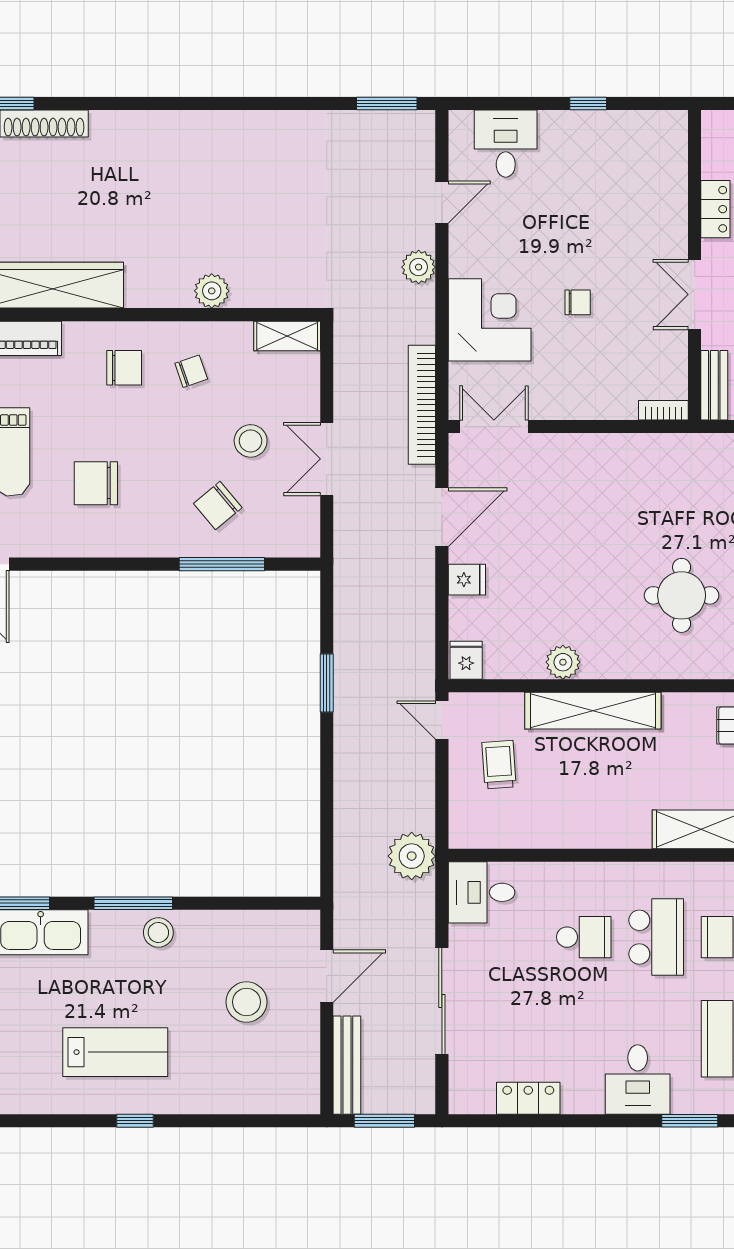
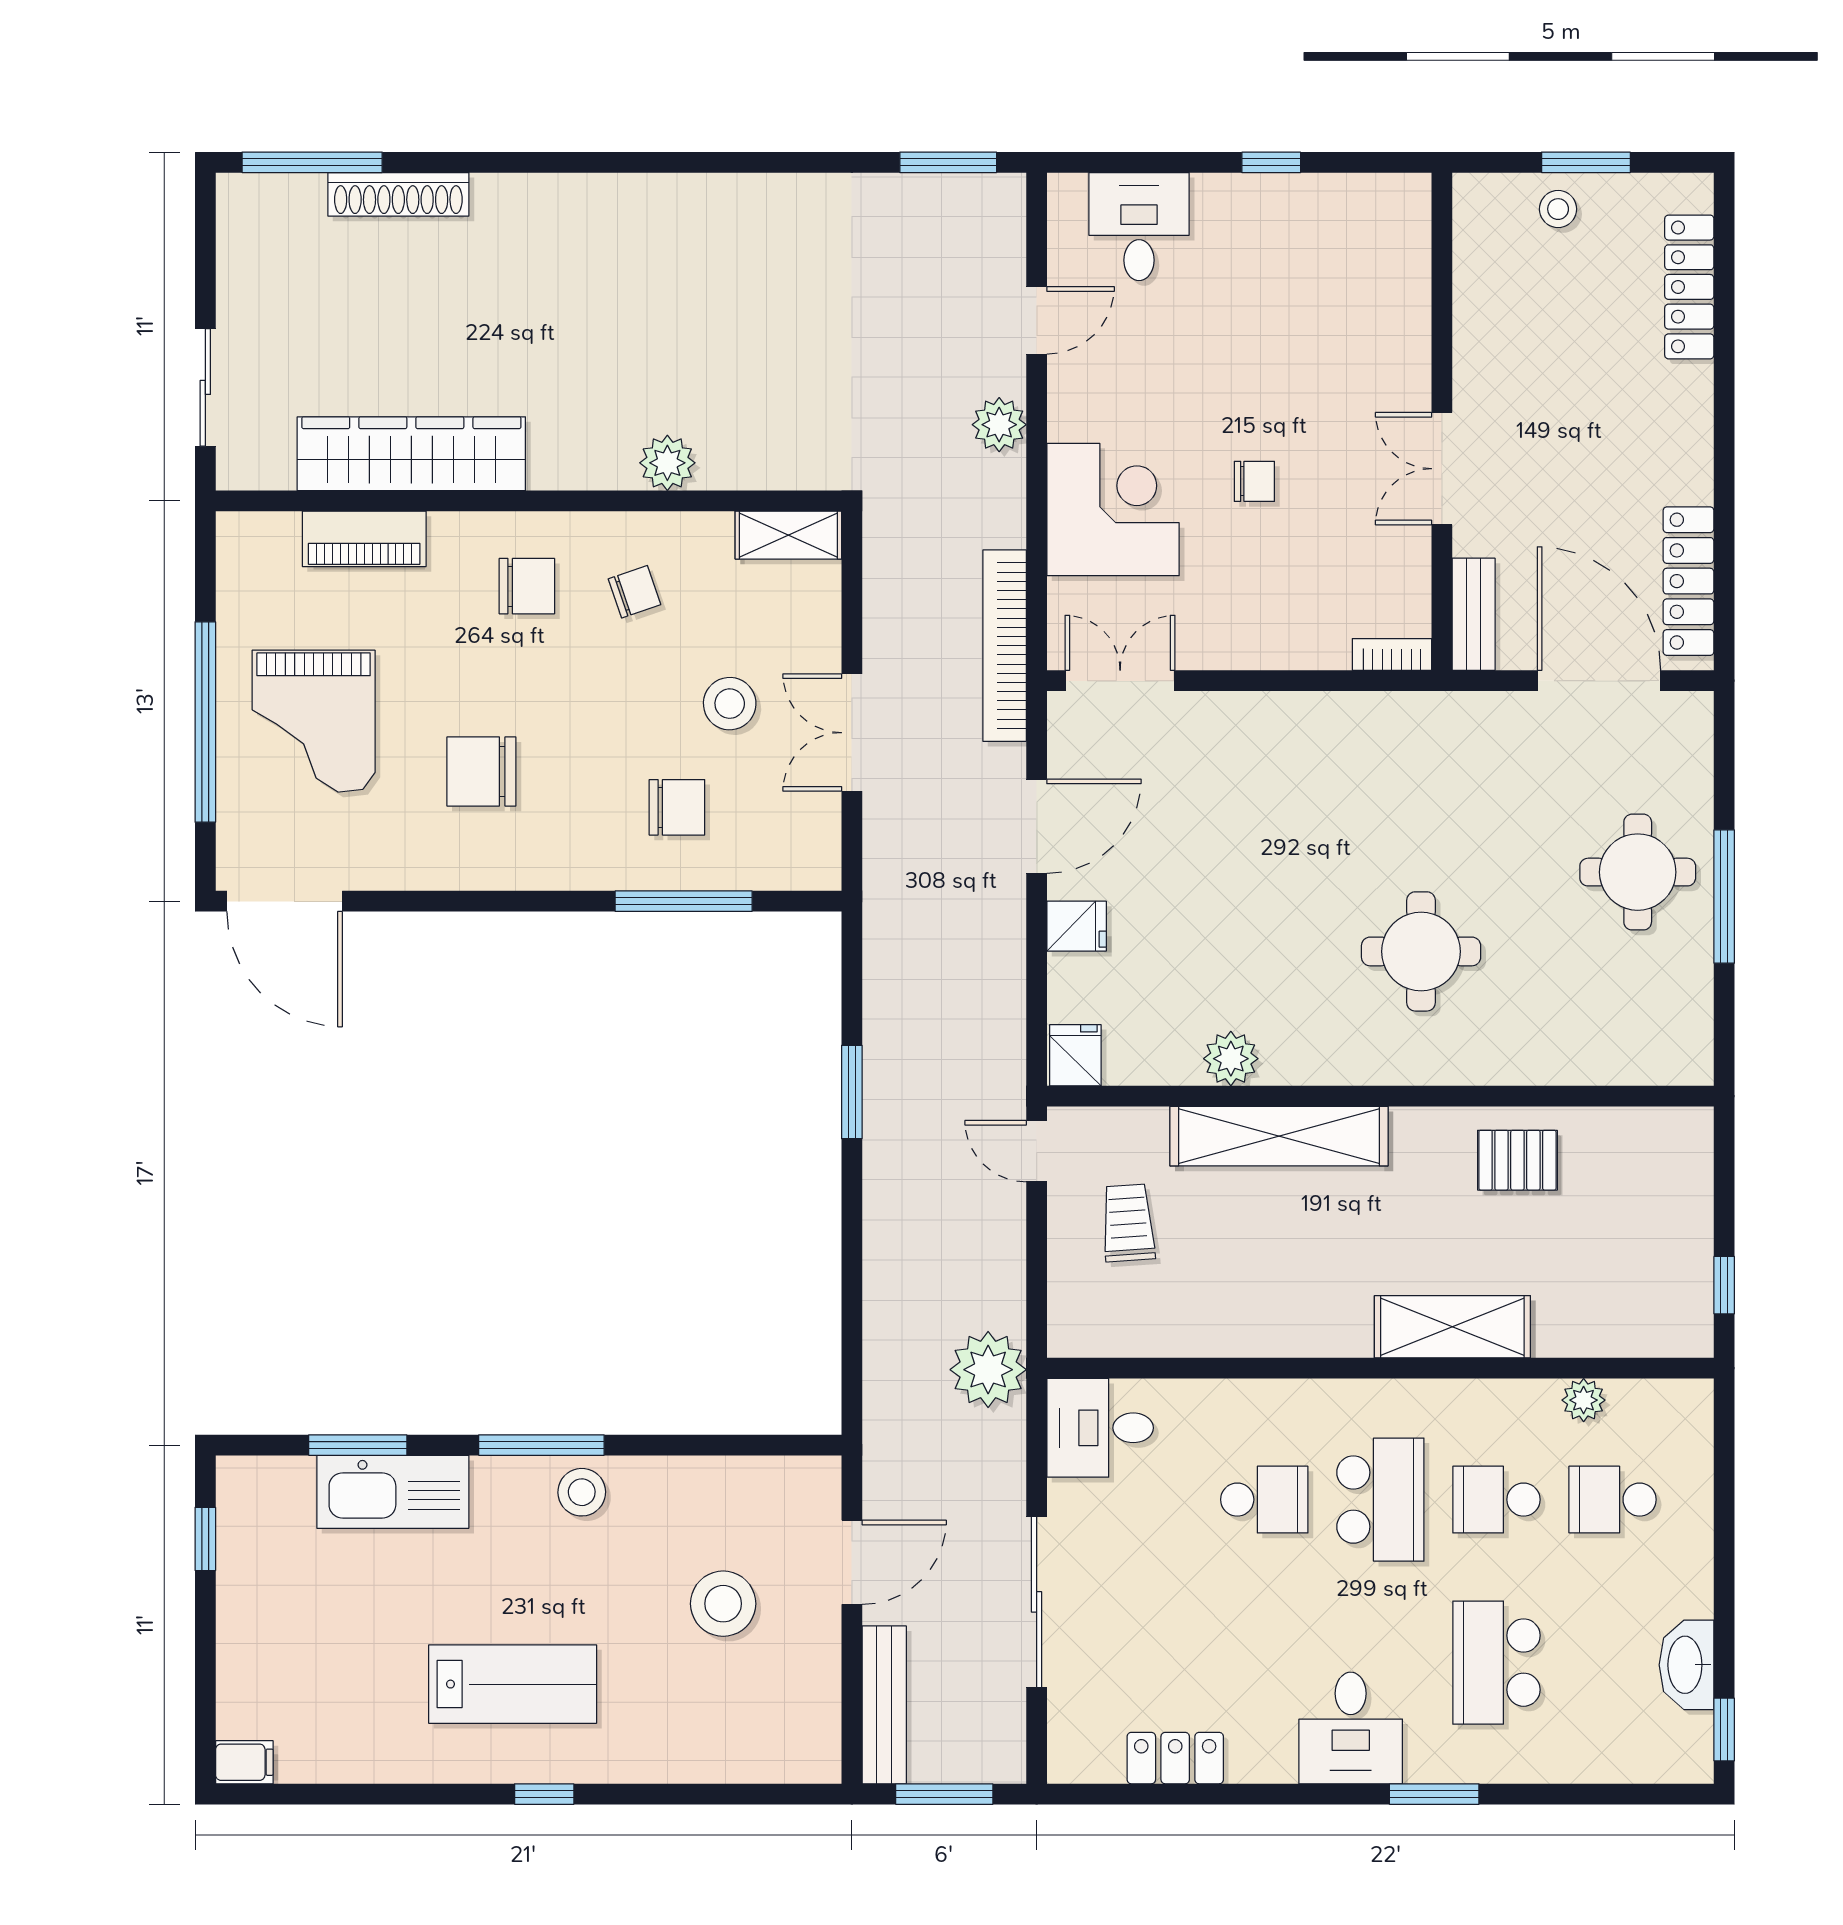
locker: (715, 209) -> (1475, 332), removed
chair: (218, 506) -> (677, 807), turned -140

